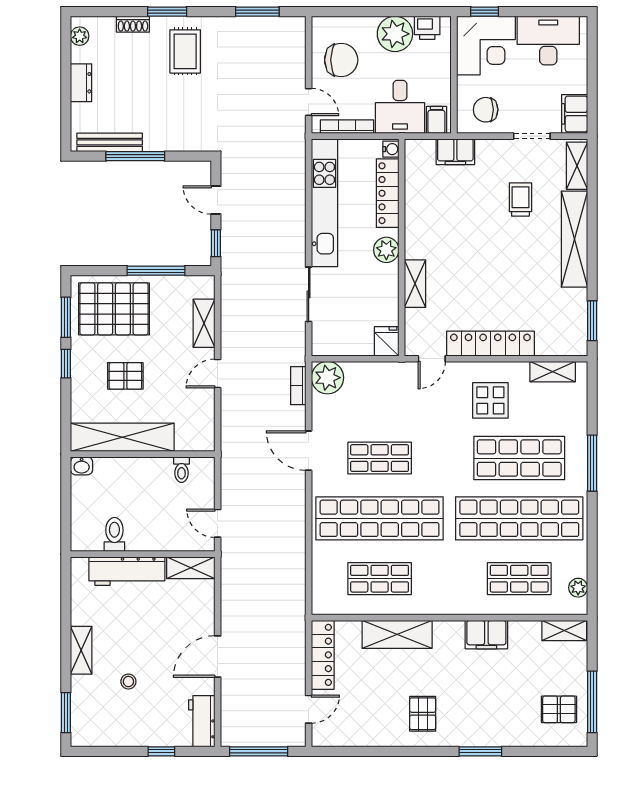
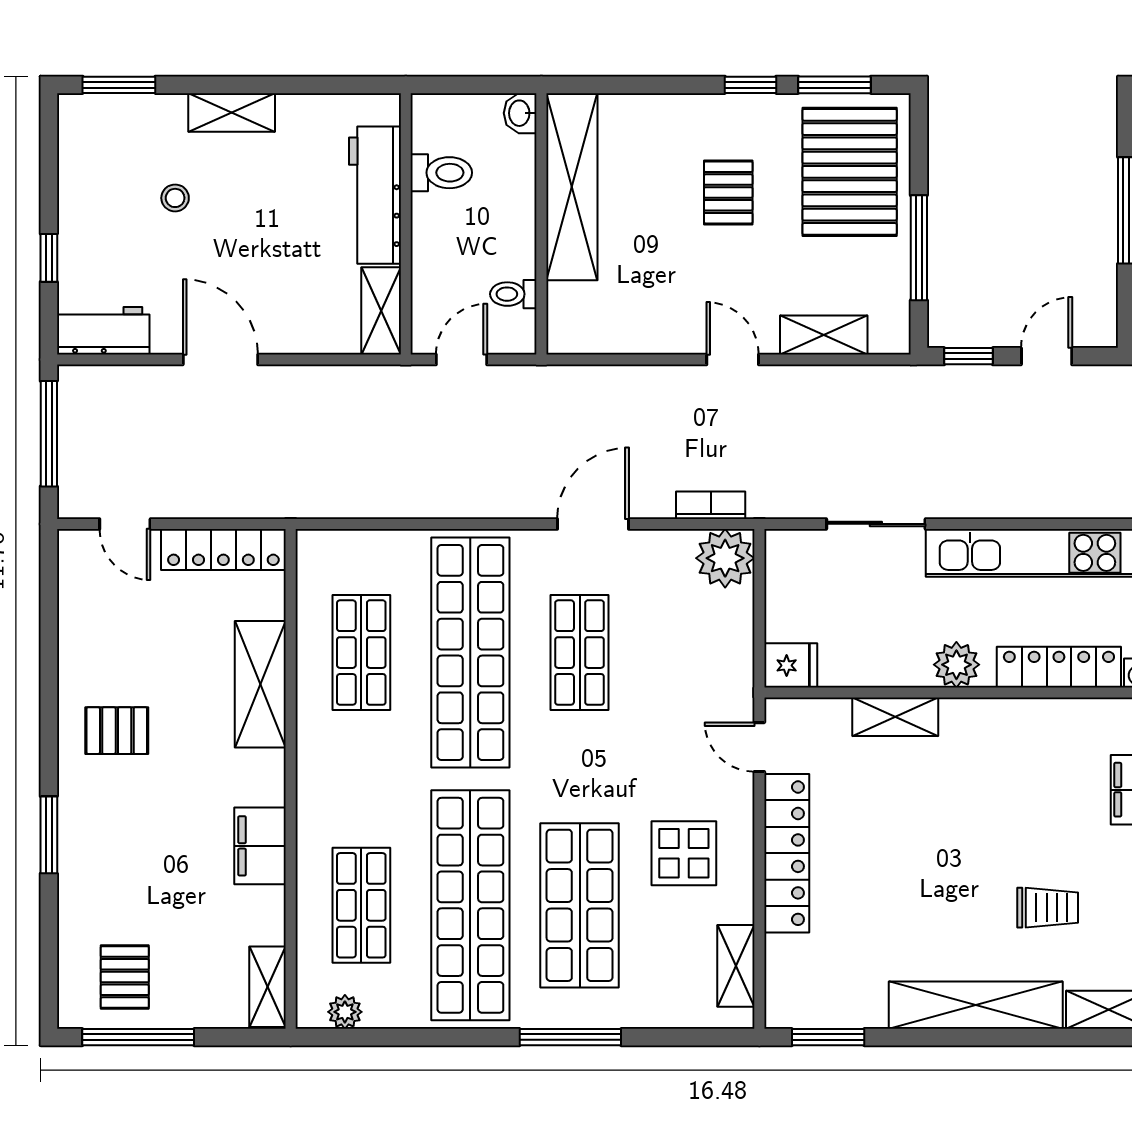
shelving: (122, 437) -> (572, 187), moved
wall: (143, 454) -> (541, 224), moved
washbasin: (82, 466) -> (520, 113), moved
toilet: (182, 470) -> (513, 294), moved

